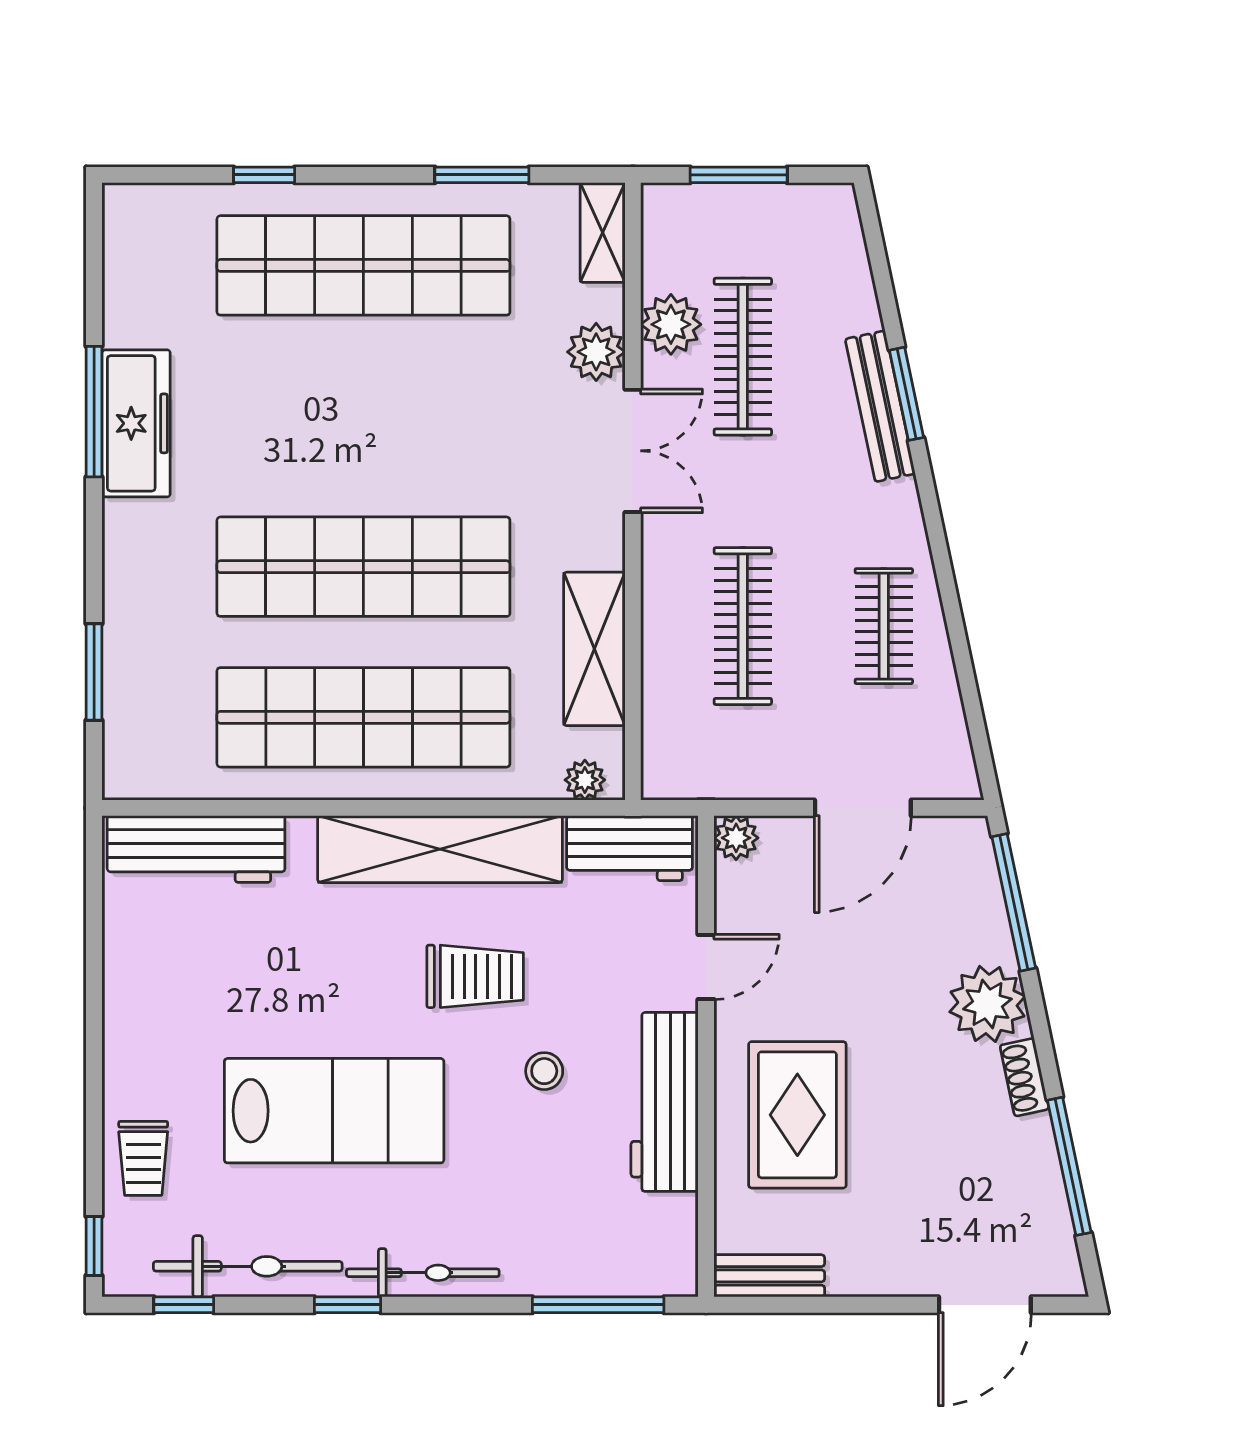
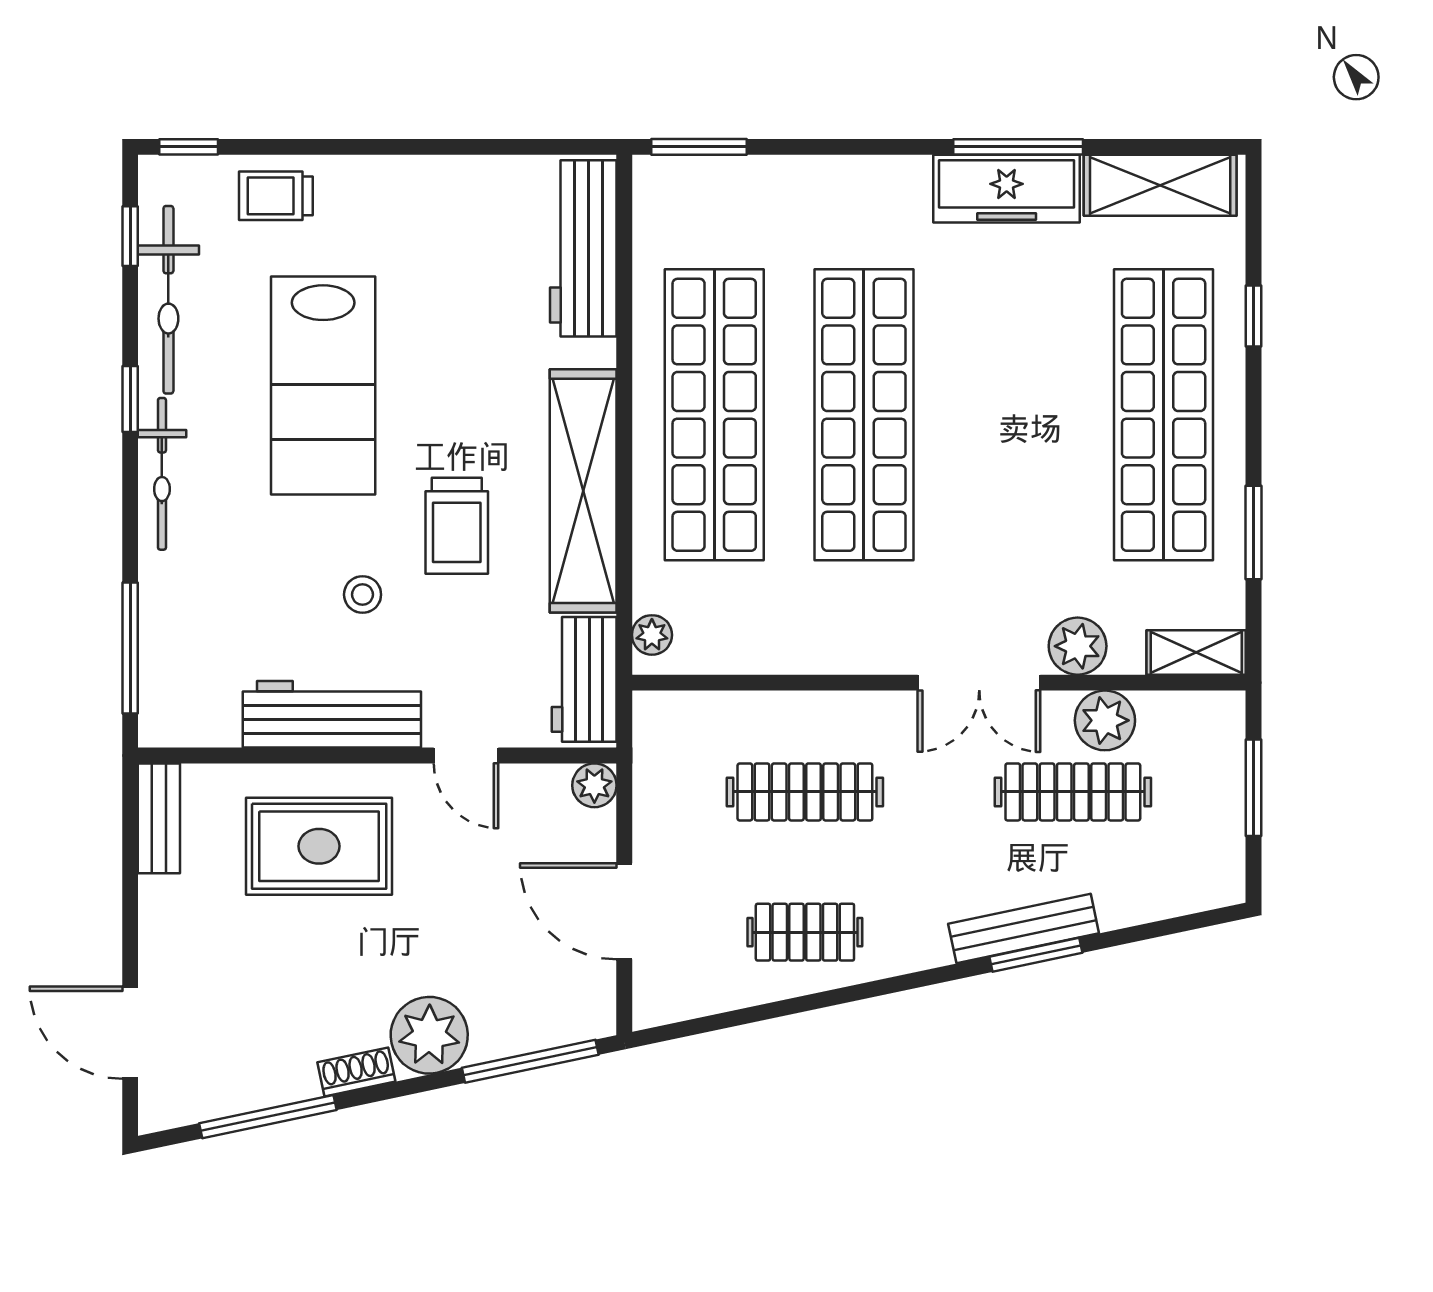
shelving: (594, 649) -> (1160, 185), moved
window: (94, 672) -> (699, 147), moved

